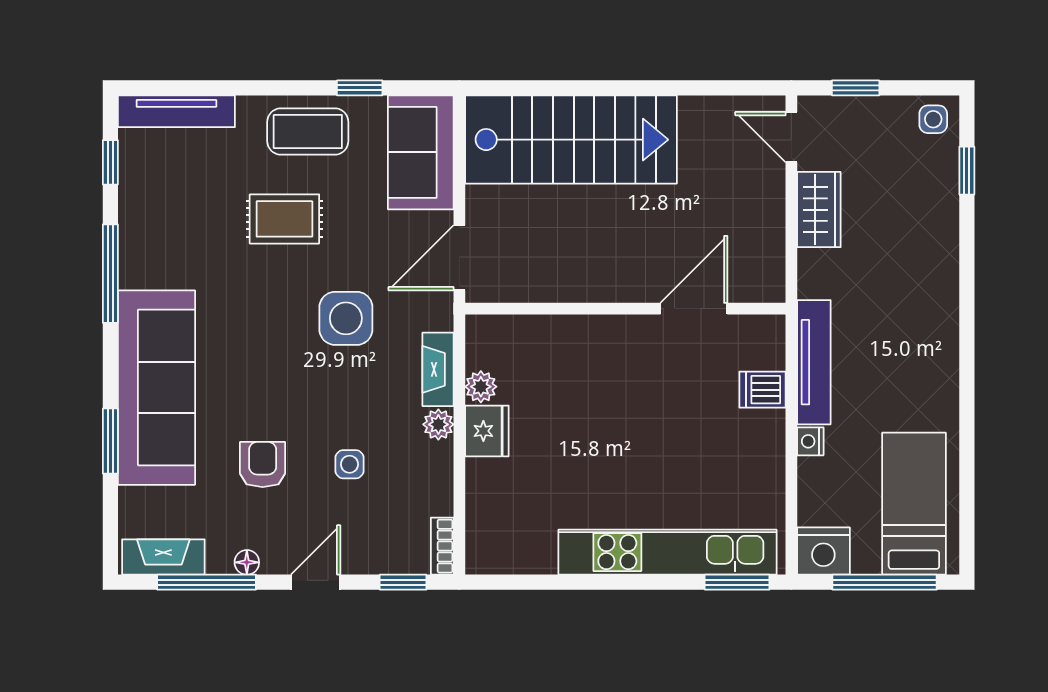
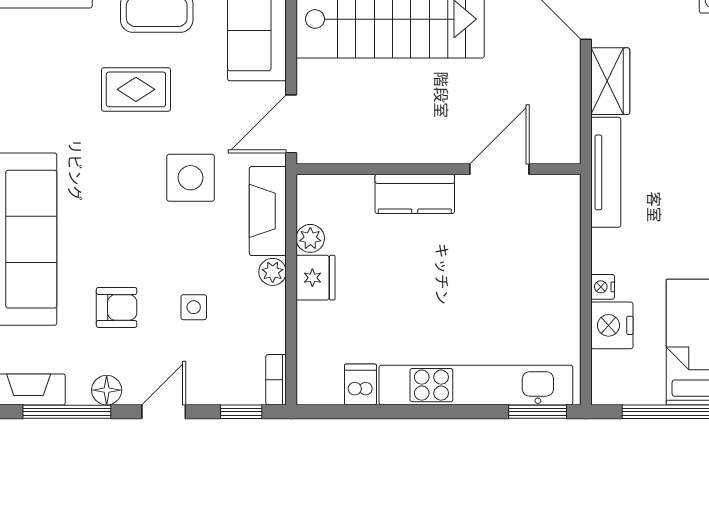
kitchen counter: (599, 337) -> (415, 194), added
tv unit: (814, 362) -> (606, 172), moved
fireplace: (438, 369) -> (268, 211), width x1.37, depth x1.32
dishwasher: (762, 390) -> (360, 384), moved, turned 90
armchair: (263, 465) -> (117, 307), turned 90
nightstand: (823, 551) -> (612, 325), moved, turned 90
floor lamp: (247, 562) -> (107, 390), width x1.37, depth x1.37

